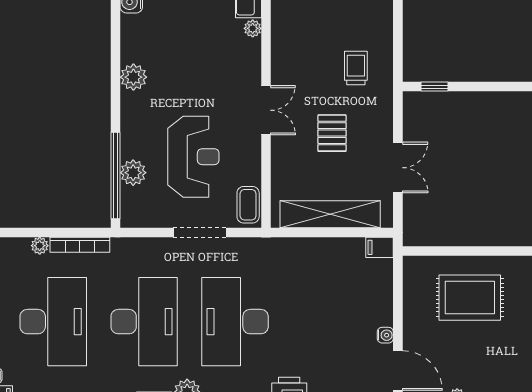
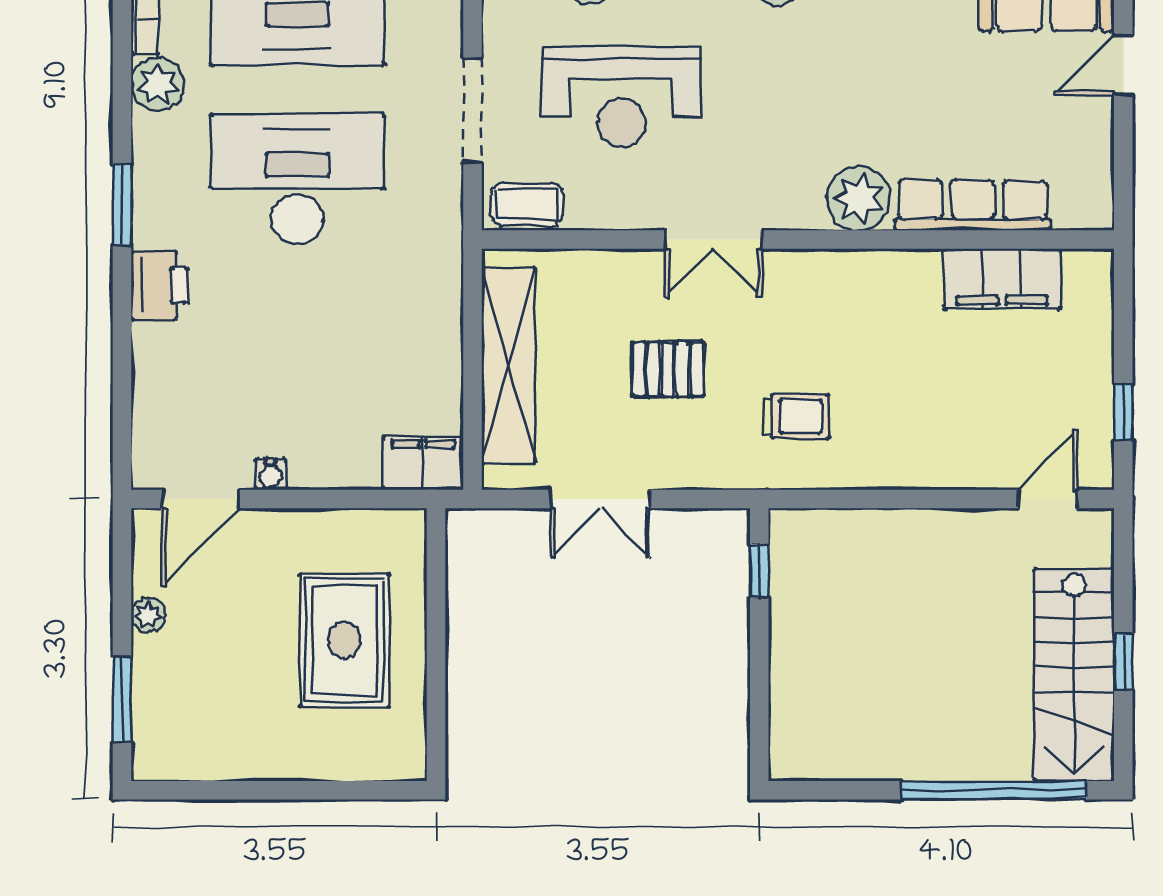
plant: (253, 28) -> (859, 198), width x1.87, depth x1.87
filing cabinet: (380, 247) -> (423, 463), width x2.00

